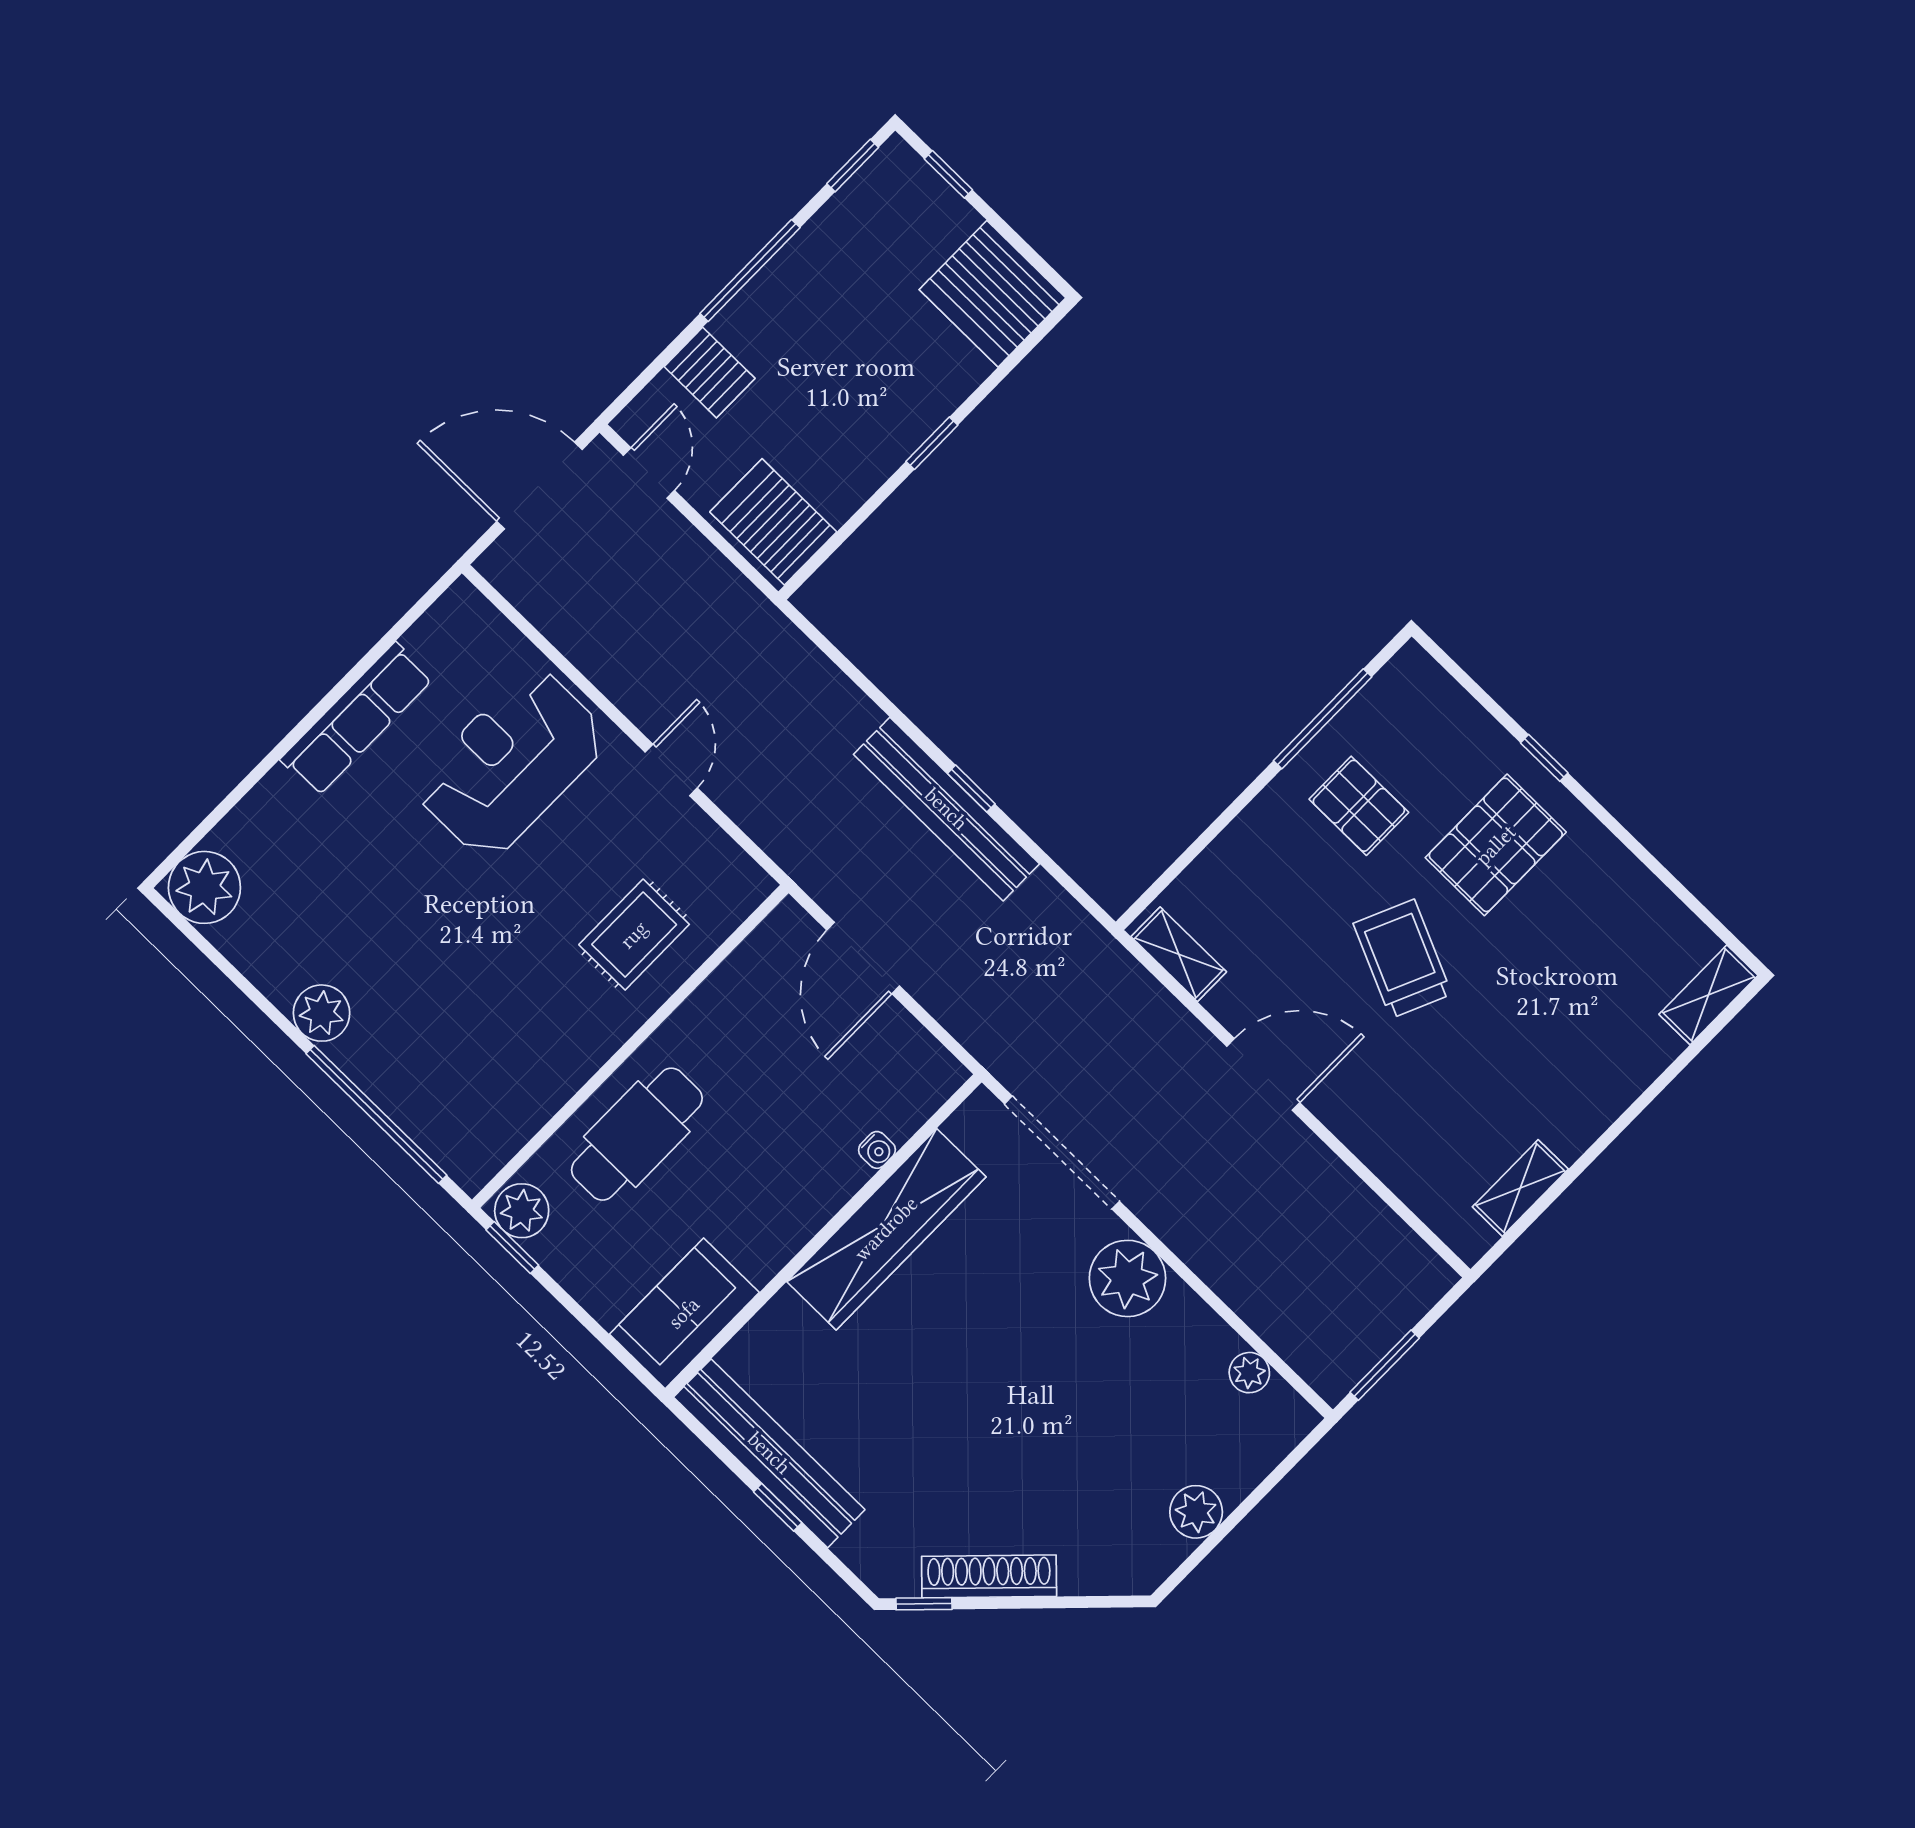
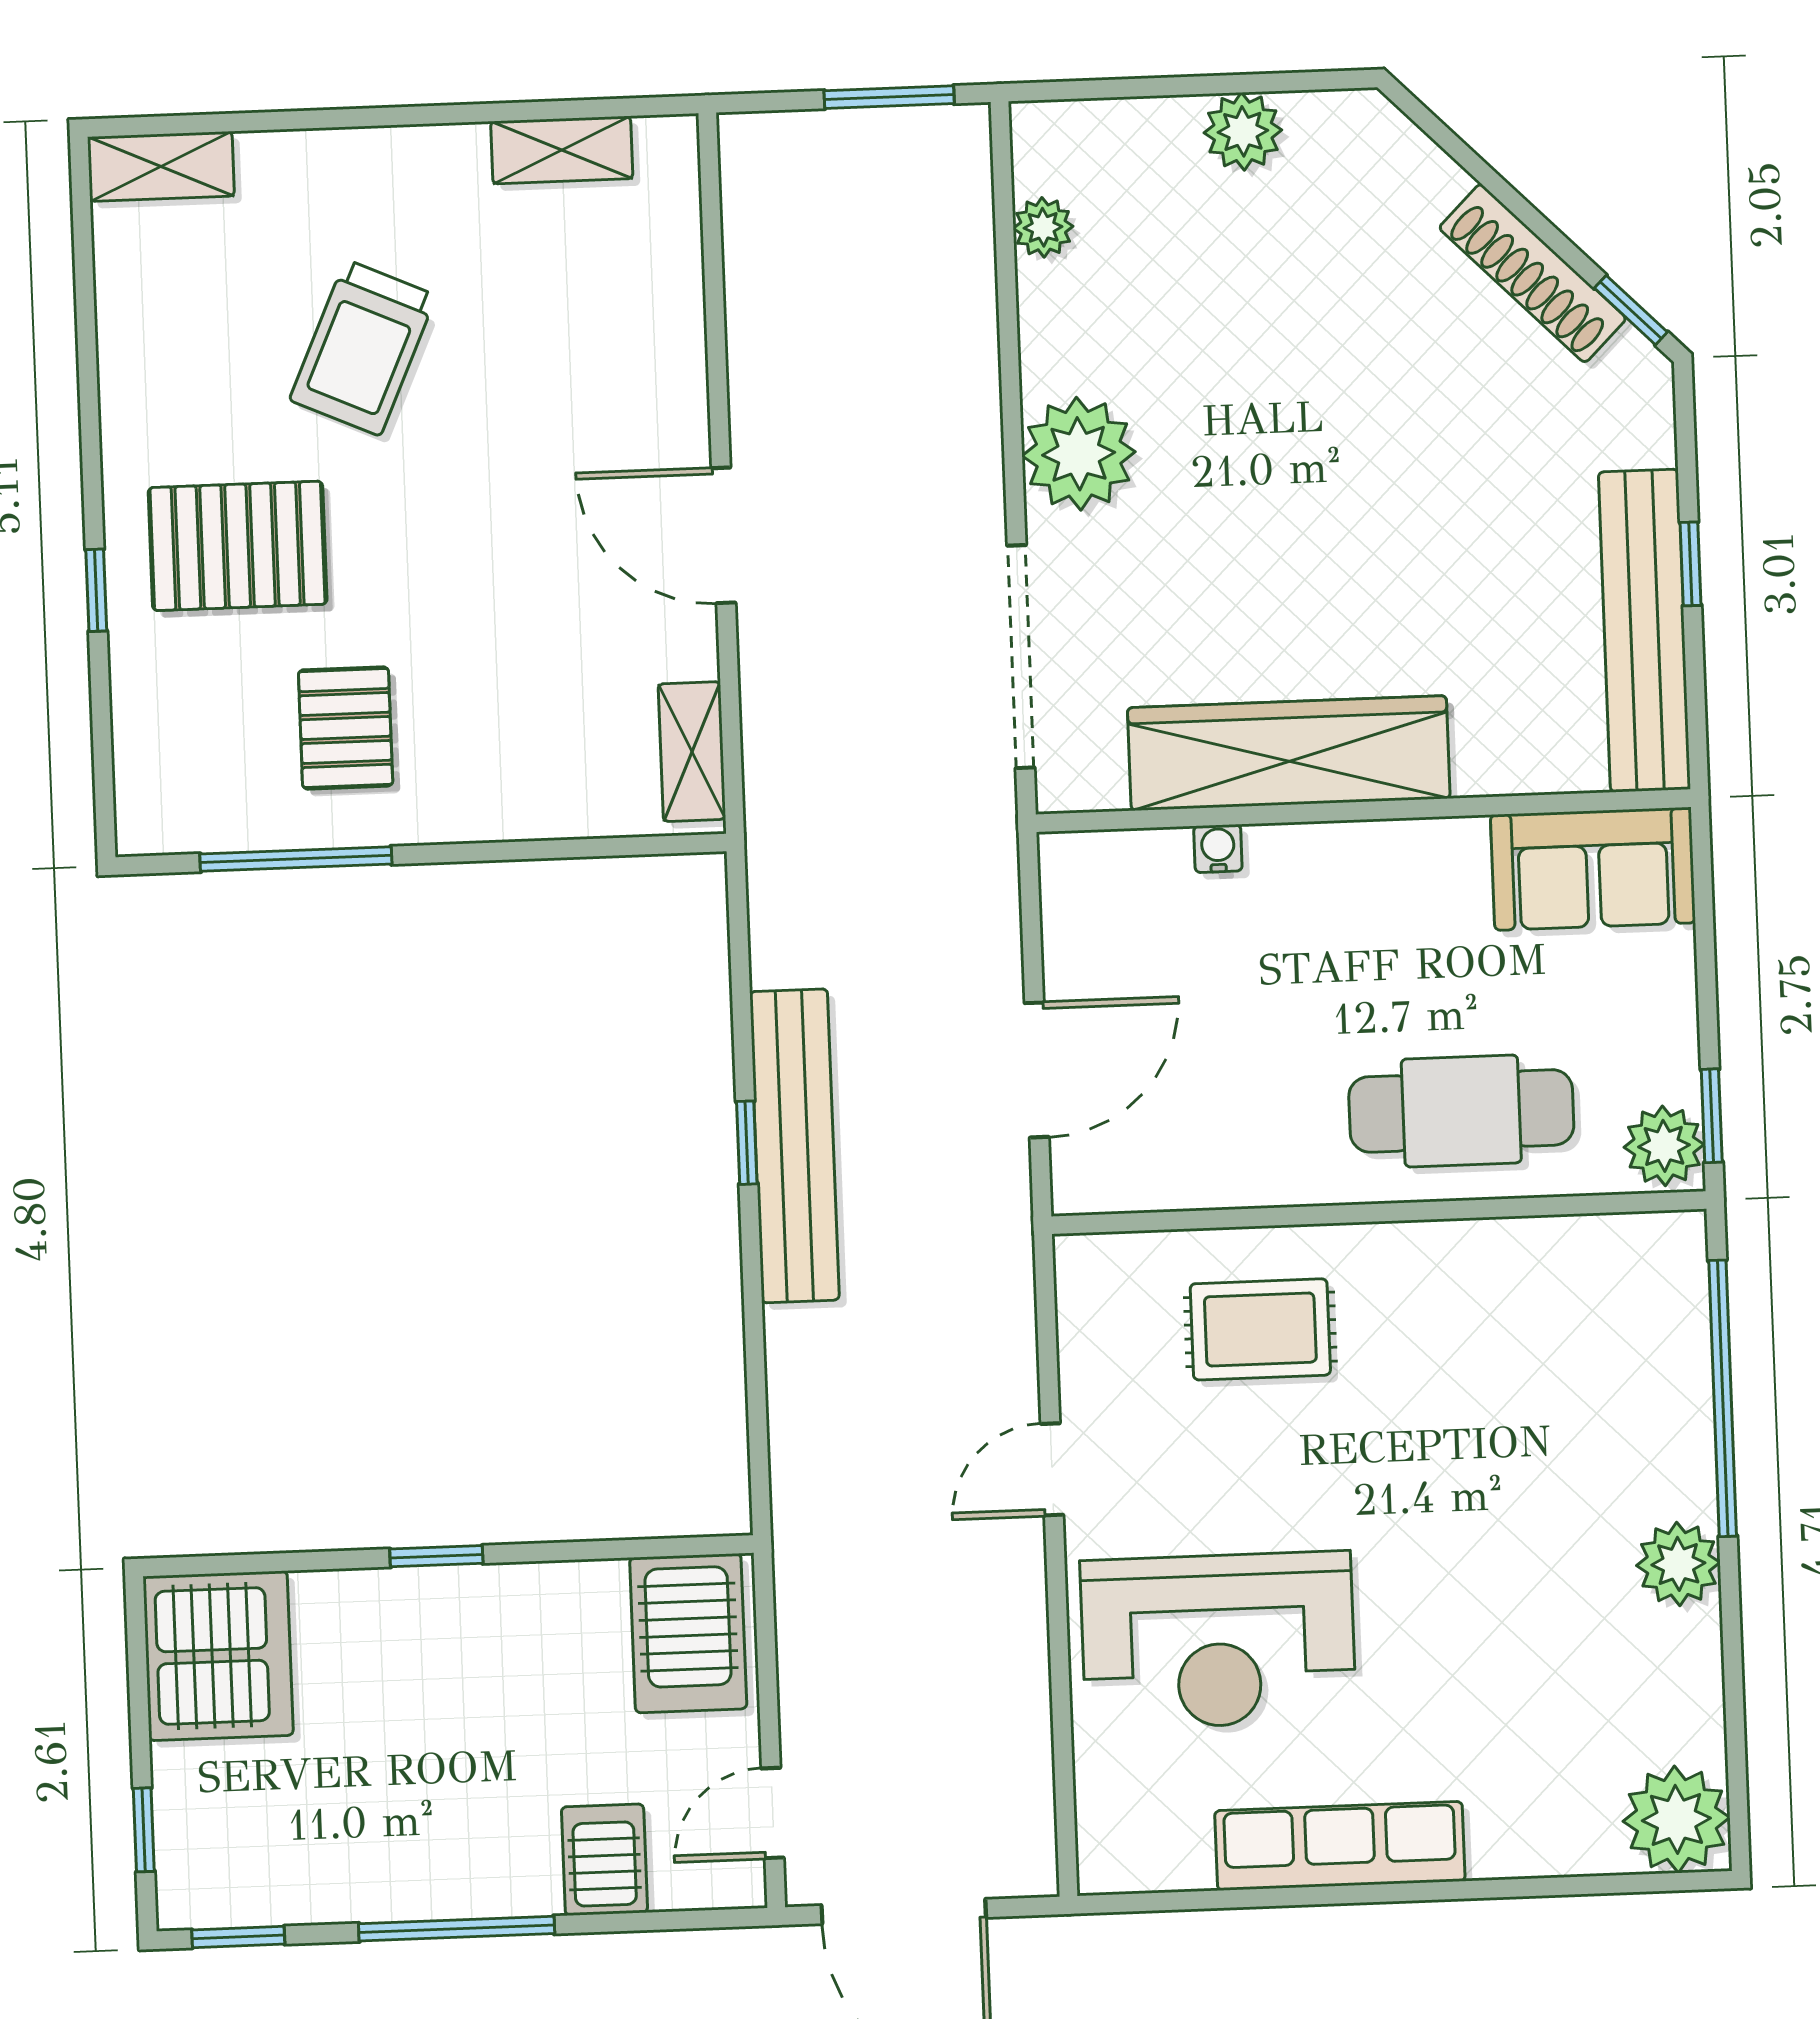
trolley: (1403, 959) -> (363, 348), moved

